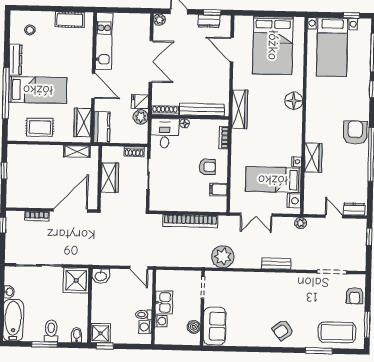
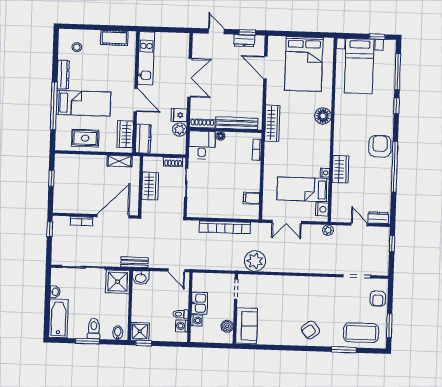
plant: (159, 20) -> (198, 39), removed
armchair: (207, 167) -> (241, 177), removed
bench: (276, 264) -> (134, 262), moved

